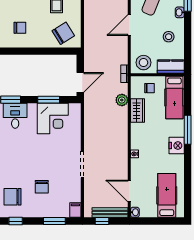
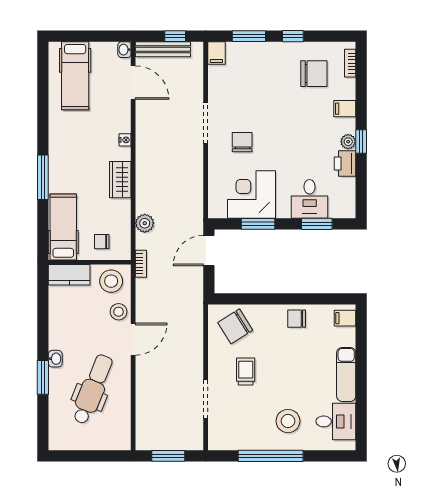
chair: (20, 28) -> (297, 319), moved
stool: (169, 37) -> (119, 312), moved
wardrobe: (138, 110) -> (120, 180), moved
nightstand: (177, 146) -> (60, 153), removed
chair: (42, 187) -> (242, 142), moved
window: (16, 221) -> (293, 36), moved

